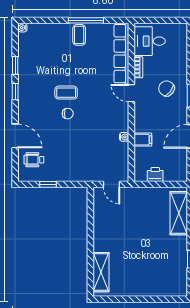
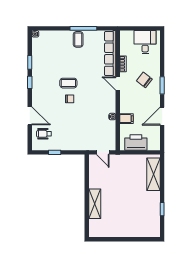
desk: (150, 41) -> (145, 42), moved, turned 90
printer: (155, 175) -> (136, 142), width x1.87, depth x1.48
shelving: (101, 272) -> (95, 204), moved

